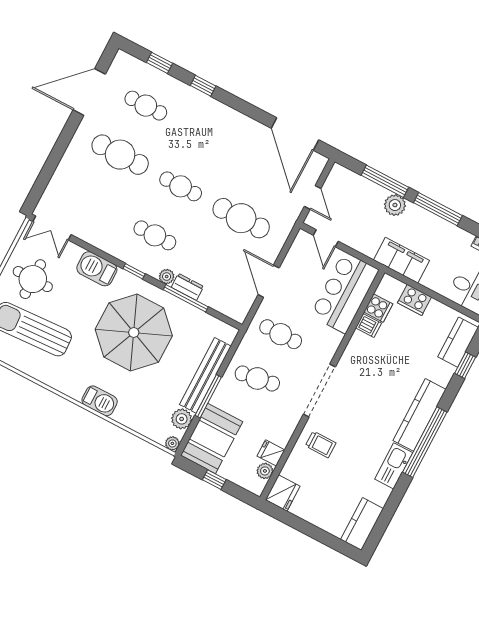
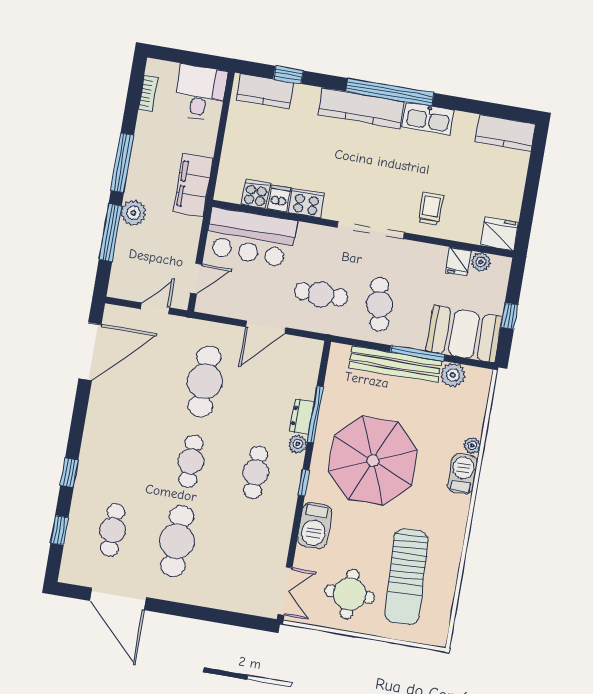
cooker: (414, 300) -> (306, 203), moved, turned -90
cafe table: (281, 334) -> (321, 294), turned 90
plant: (172, 443) -> (472, 445), moved

